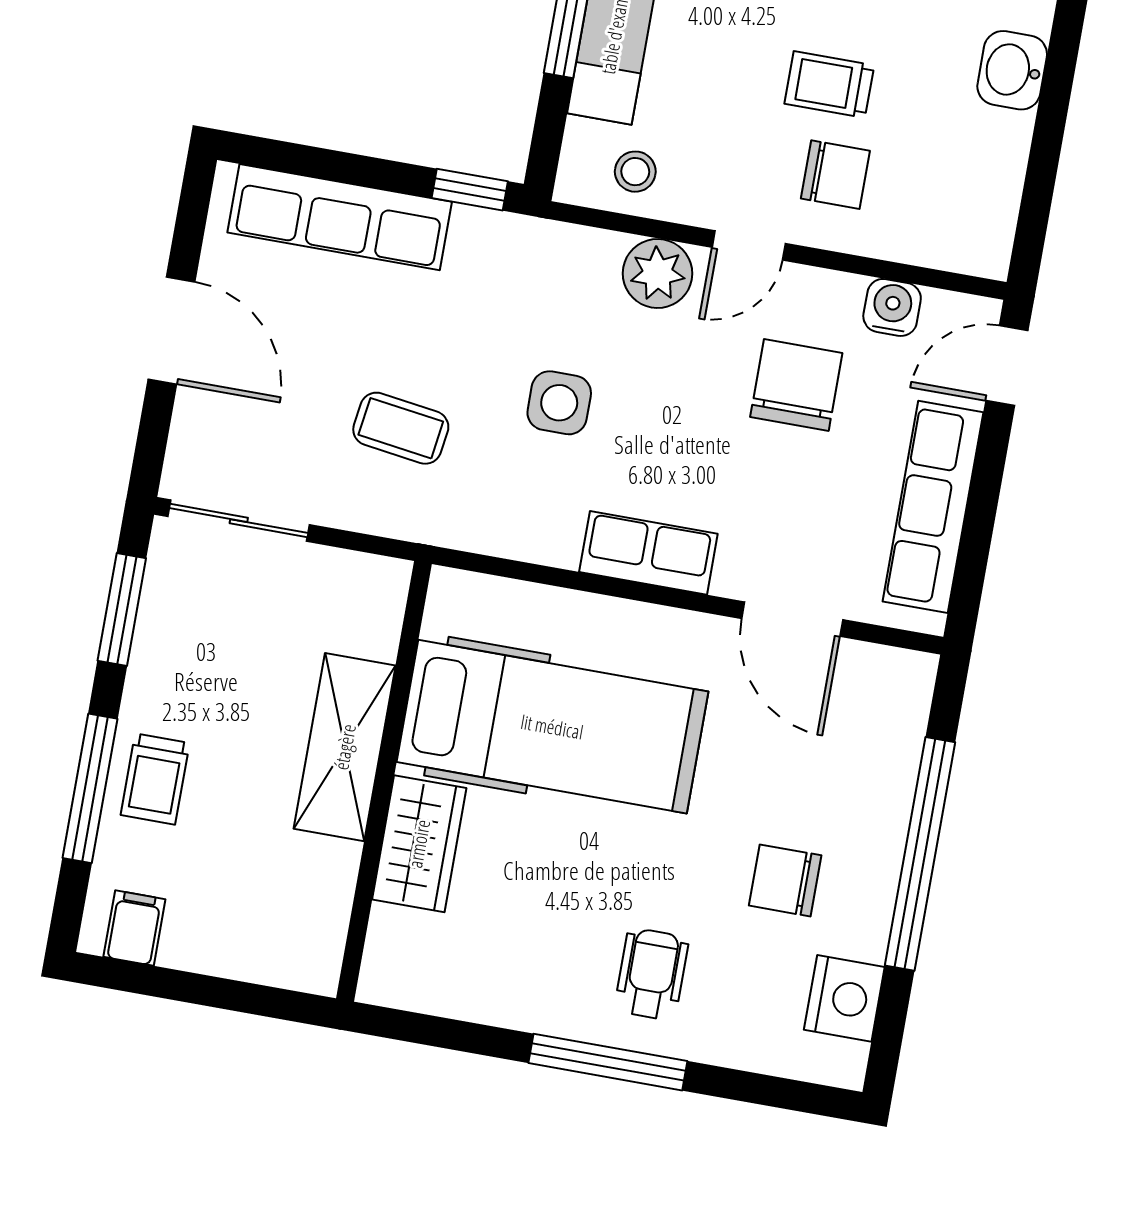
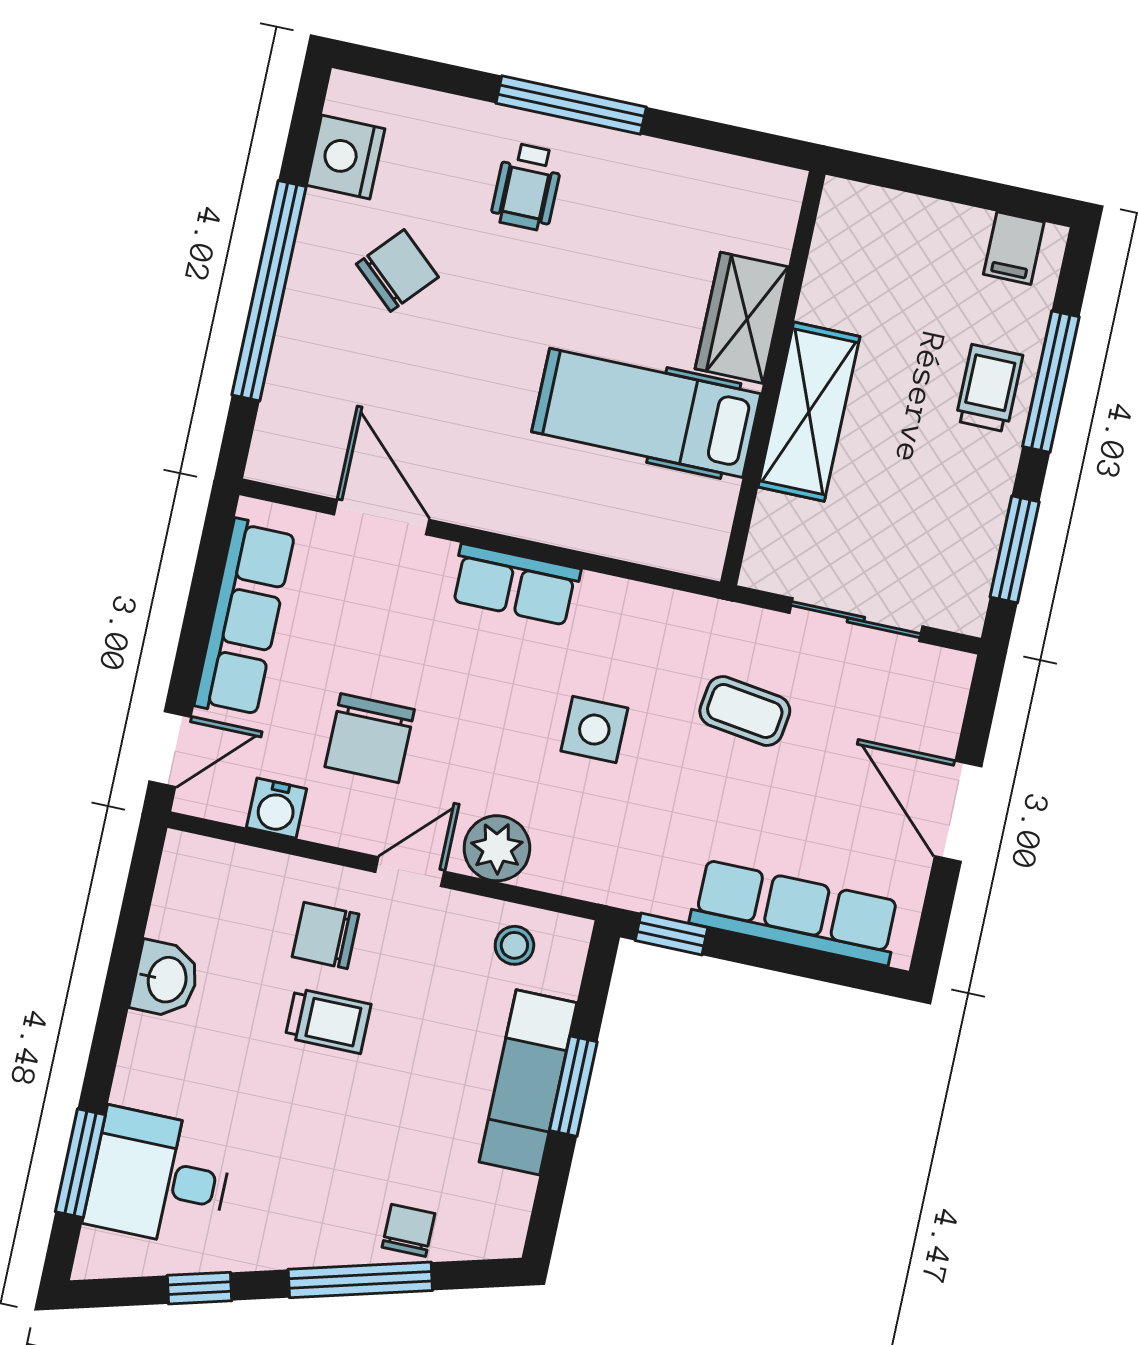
washbasin: (1012, 70) -> (165, 979), moved
sliding door: (239, 521) -> (856, 620), moved
hospital bed: (552, 727) -> (646, 413), width x0.73, depth x0.78
chair: (785, 880) -> (397, 270), turned -48

